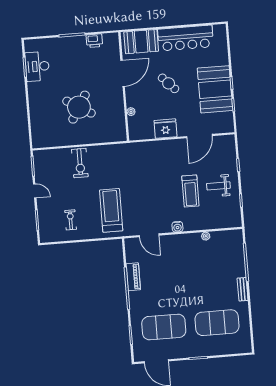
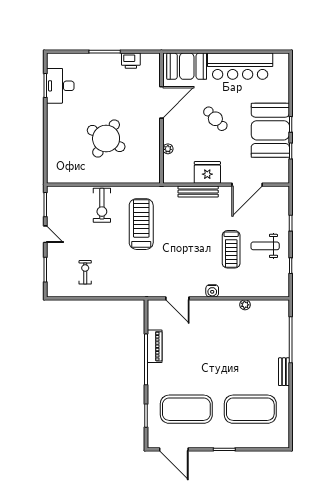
bench: (159, 145) -> (198, 192), added
treadmill: (111, 210) -> (141, 224), moved

